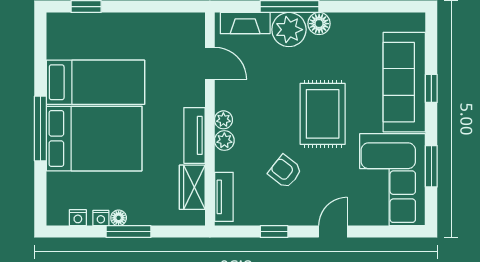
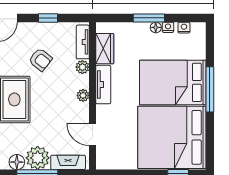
bed: (95, 82) -> (172, 137), width x2.04
plant: (224, 141) -> (82, 67), moved

